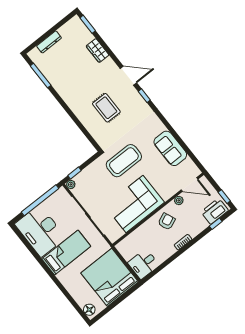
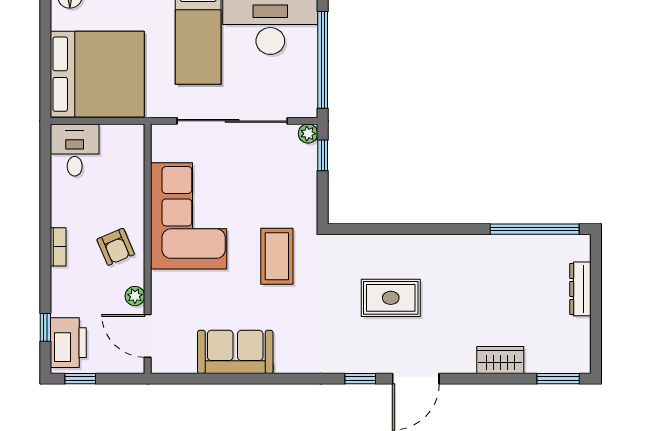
window: (41, 76) -> (535, 229), width x1.46
coffee table: (124, 161) -> (277, 256), width x0.73, depth x0.76
door: (190, 184) -> (148, 336), hinge flipped

